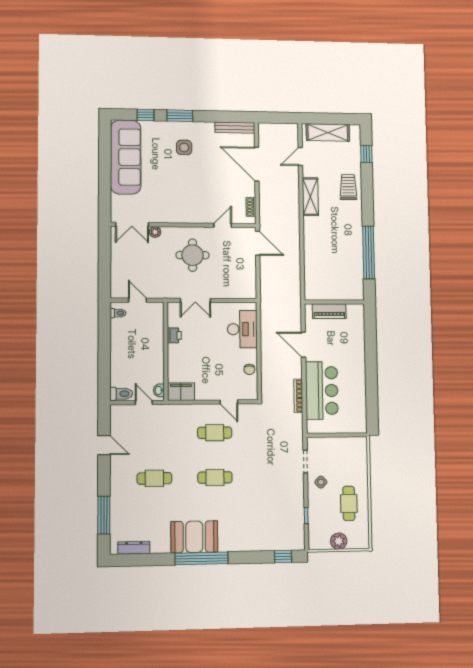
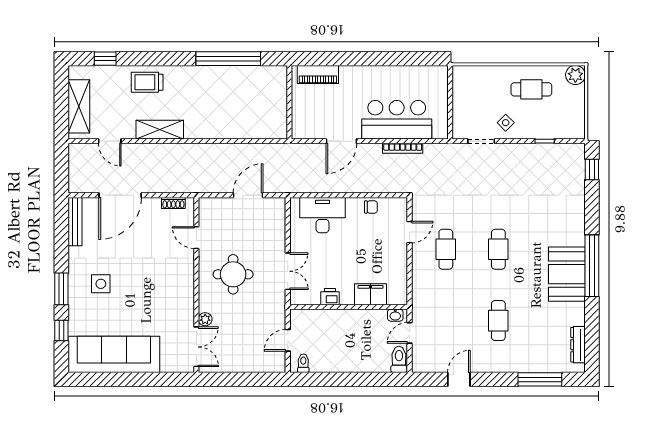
door: (258, 243) -> (248, 195), moved
piano: (329, 311) -> (318, 74), moved, turned 90
filing cabinet: (181, 392) -> (370, 294), moved, turned 90
plant: (339, 541) -> (575, 75), moved

